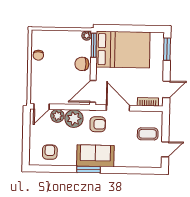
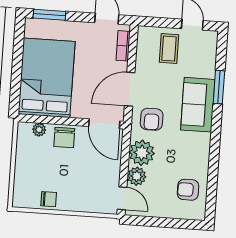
plant: (87, 36) -> (39, 130), moved
window: (94, 45) -> (38, 119), removed
armchair: (98, 124) -> (152, 119), turned 180
sofa: (95, 156) -> (198, 105), moved
window: (88, 169) -> (219, 87), moved

